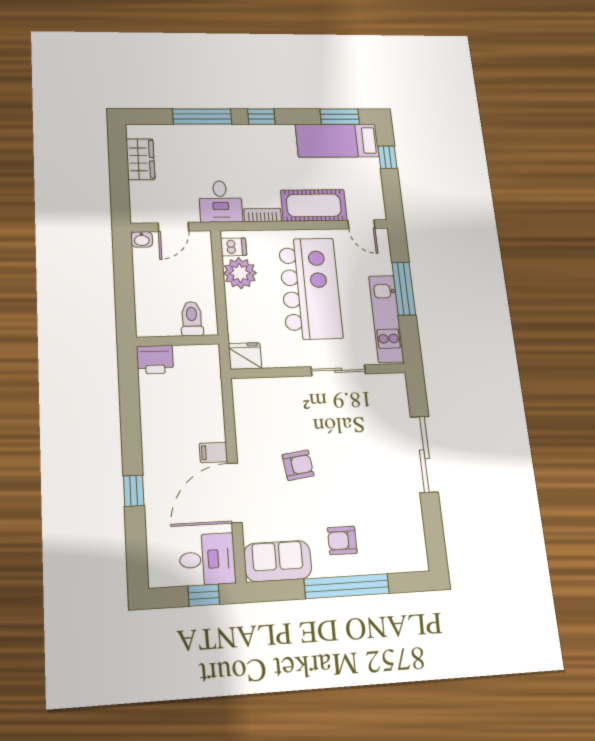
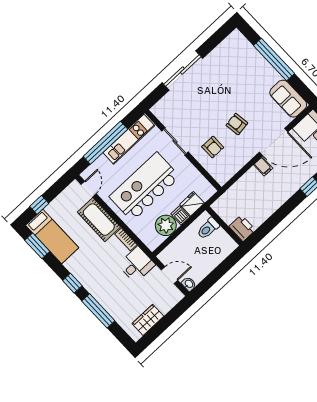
dishwasher: (234, 247) -> (180, 215), moved
window: (404, 289) -> (105, 143), width x1.46
fridge: (245, 356) -> (192, 204), moved, turned 90
armchair: (342, 540) -> (213, 147), moved

